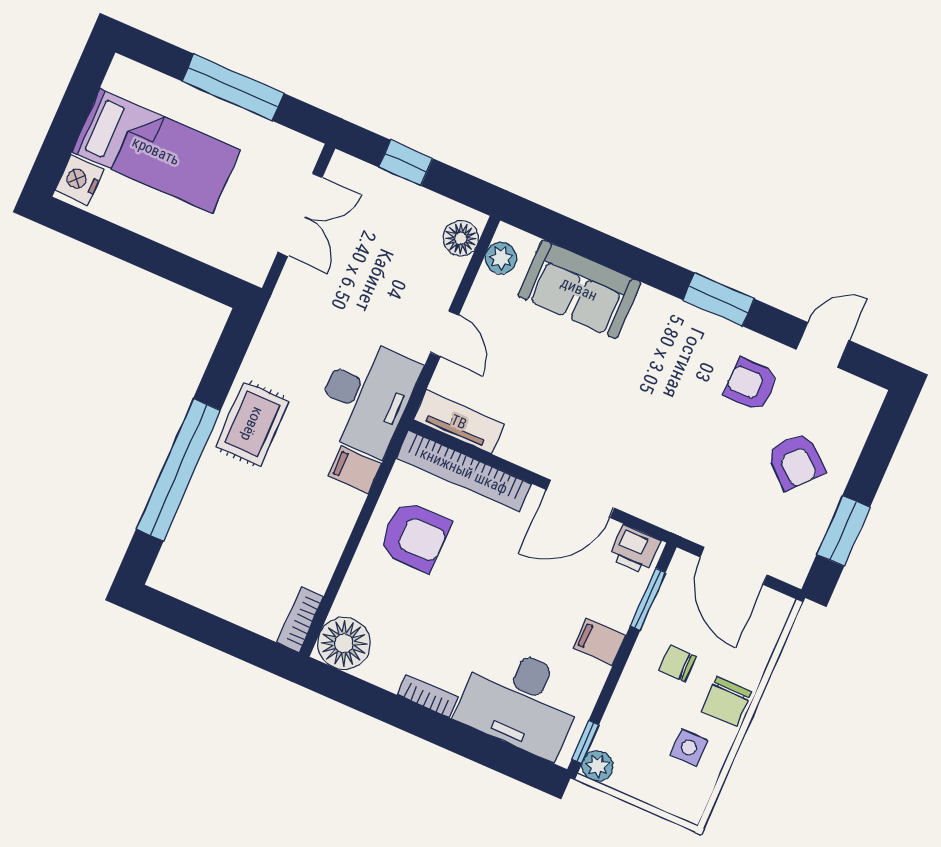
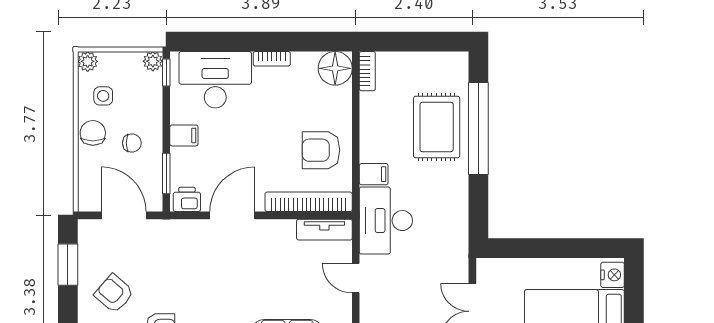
rug: (252, 424) -> (437, 127), moved, width x1.36, depth x1.43
plant: (690, 806) -> (88, 61), added

